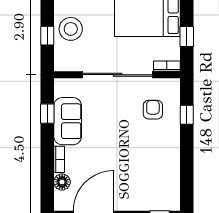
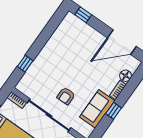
armchair: (153, 110) -> (66, 96), moved
window: (47, 114) -> (114, 111), moved

